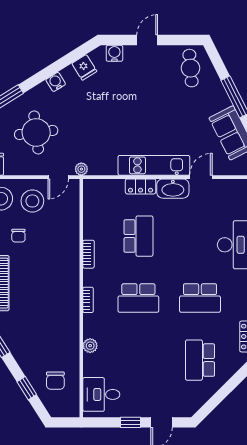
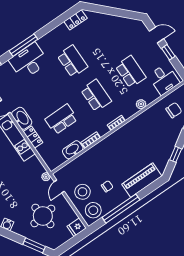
door: (58, 177) -> (59, 187), swing flipped
washbasin: (92, 224) -> (73, 150), added
school desk: (200, 360) -> (131, 72), moved, turned -90

